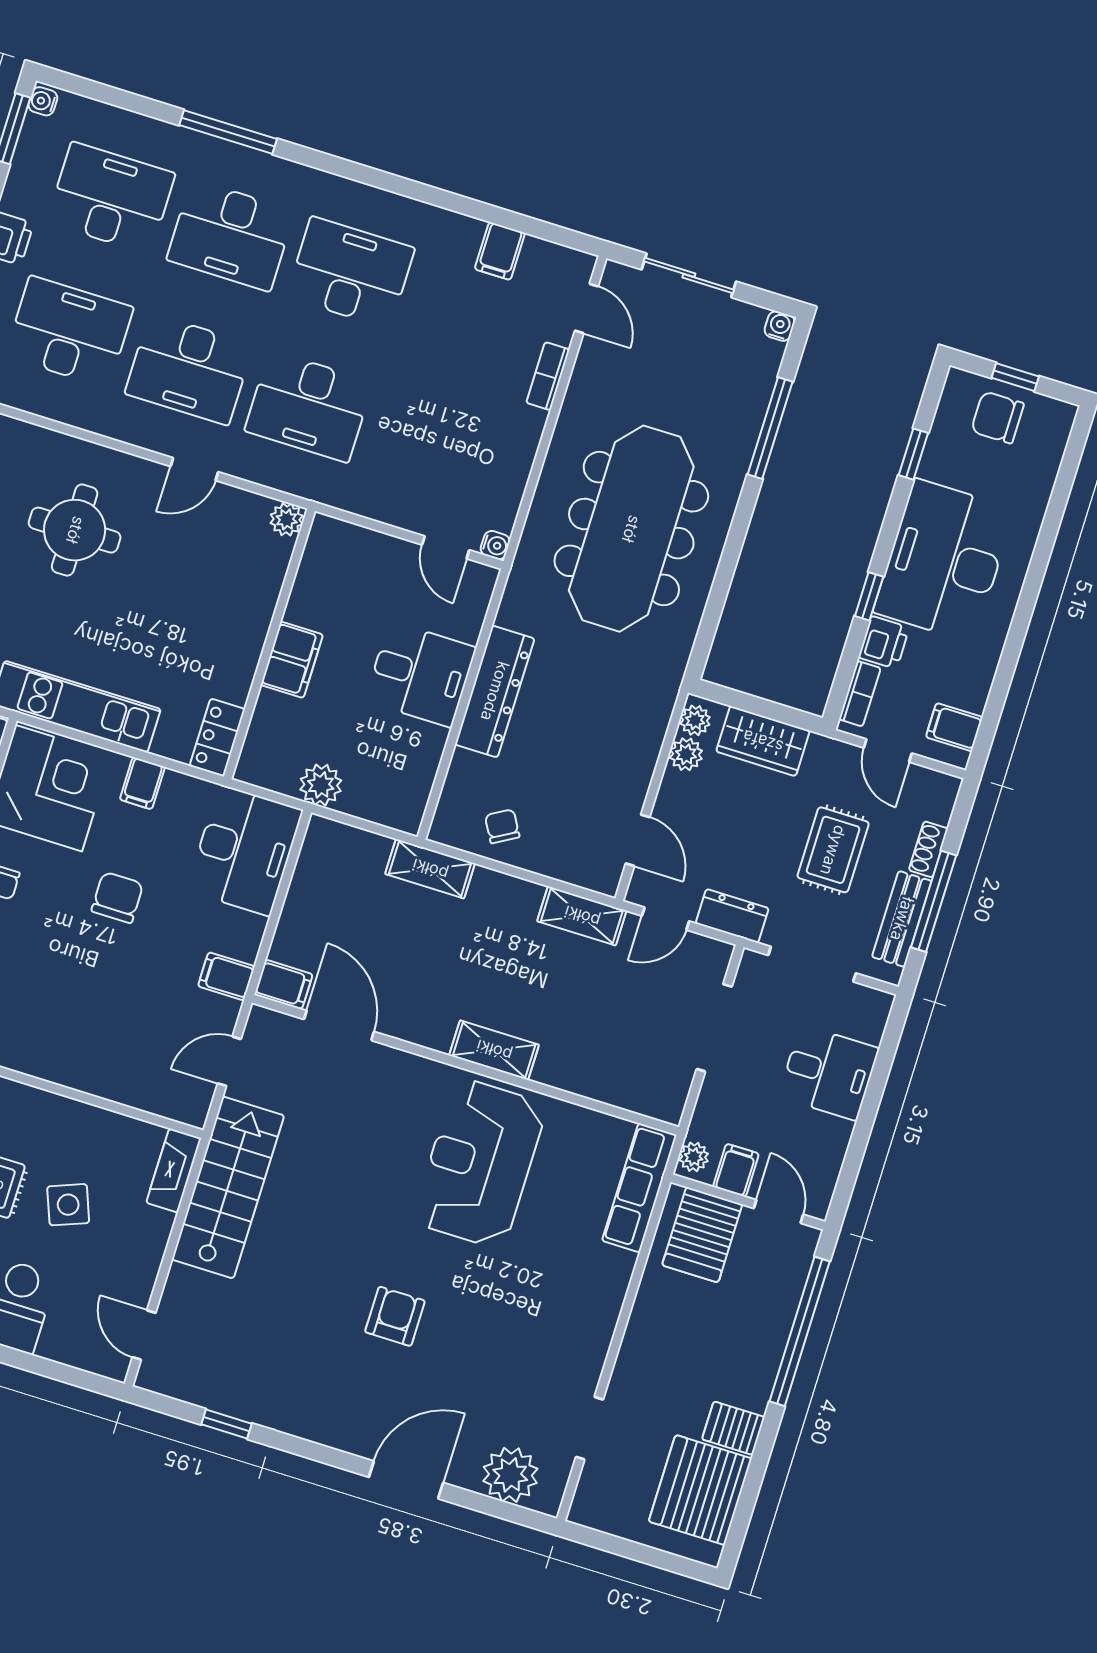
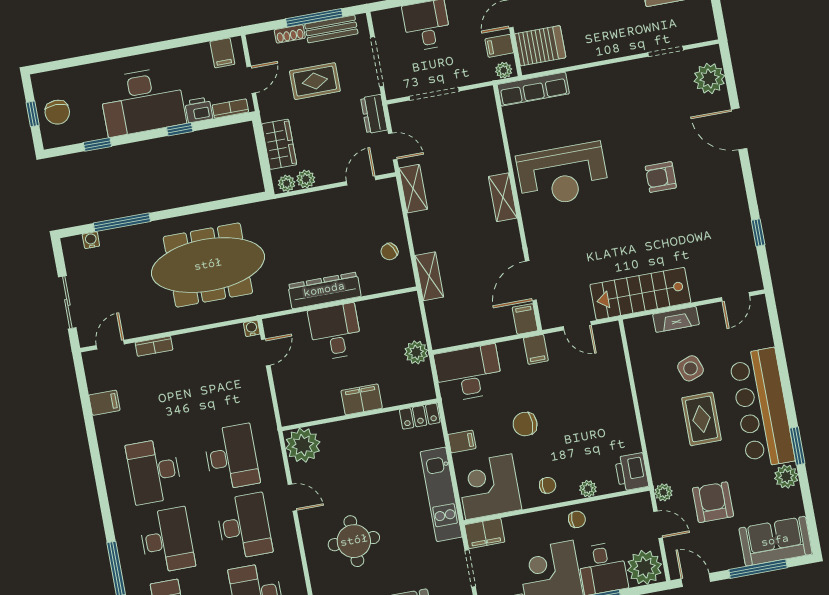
water cooler: (780, 326) -> (91, 240), moved, turned 90
plant: (287, 519) -> (303, 445), width x1.87, depth x1.87
fireplace: (174, 1170) -> (676, 319), moved

